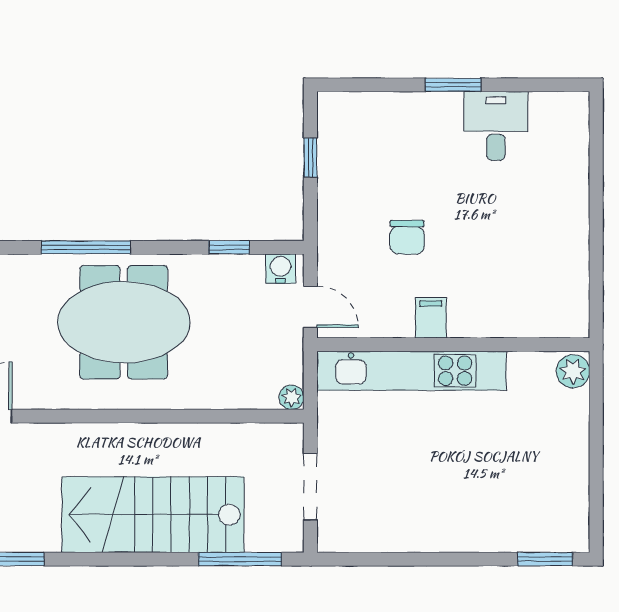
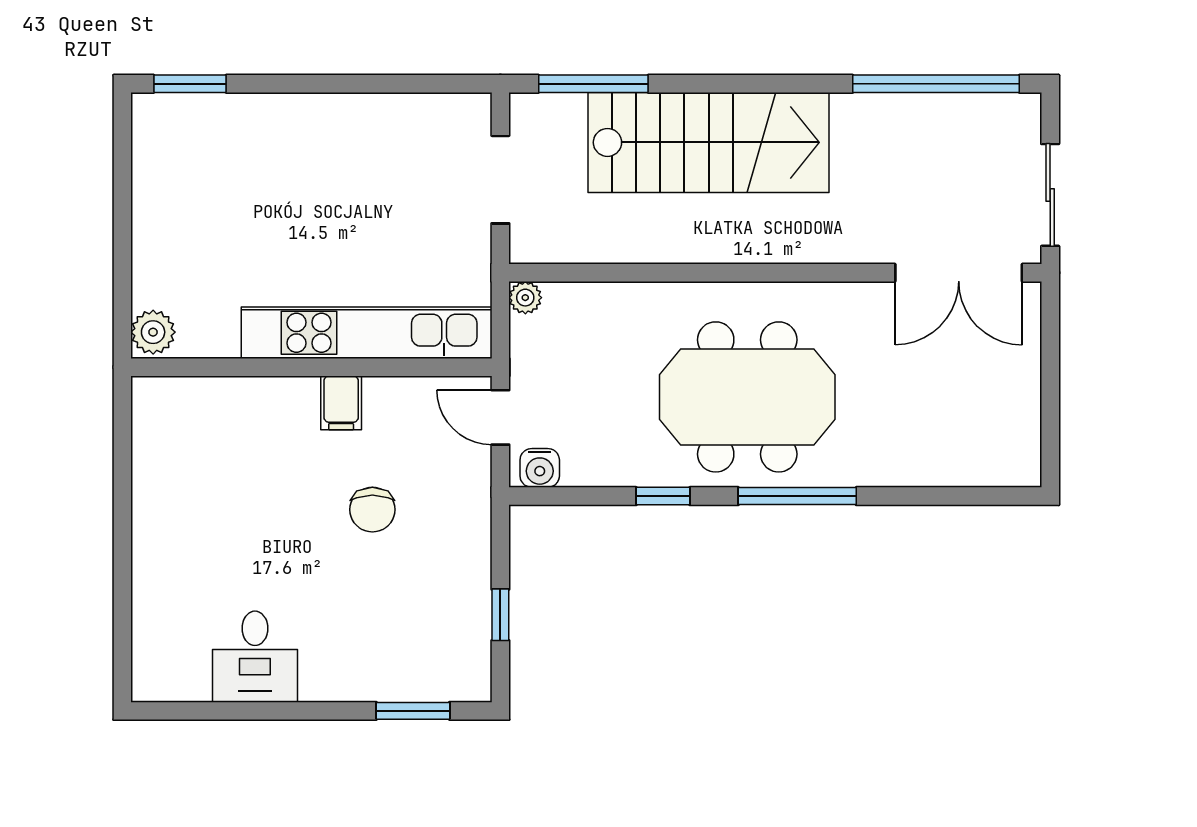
window: (453, 85) -> (413, 711), moved
chair: (407, 237) -> (372, 510), turned 180
window: (229, 247) -> (663, 496), moved

